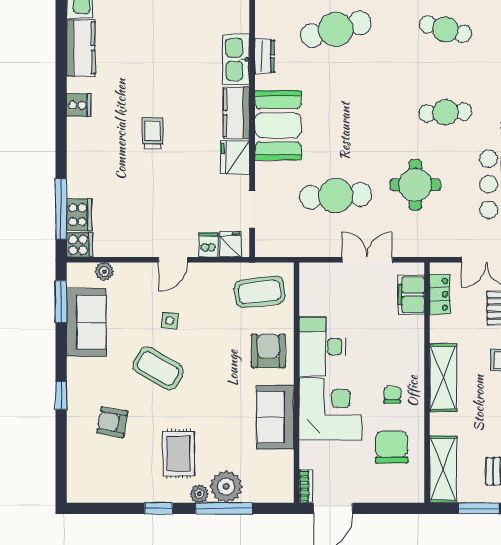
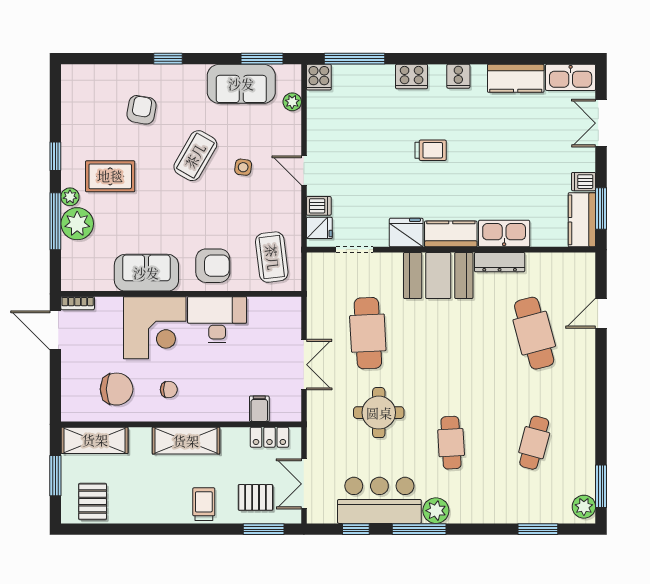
dresser: (265, 56) -> (500, 262), width x1.44
cooker: (79, 215) -> (412, 77), moved
filing cabinet: (411, 295) -> (259, 409), width x0.50

